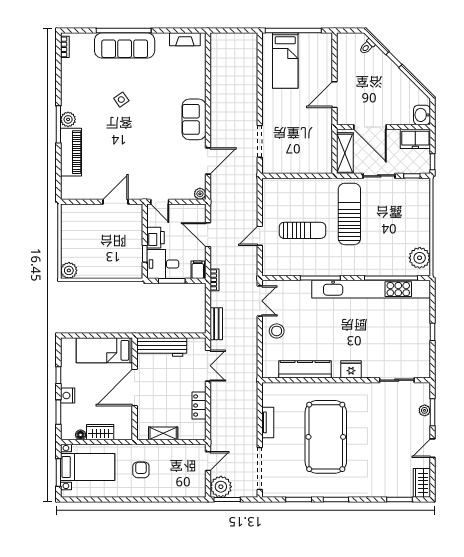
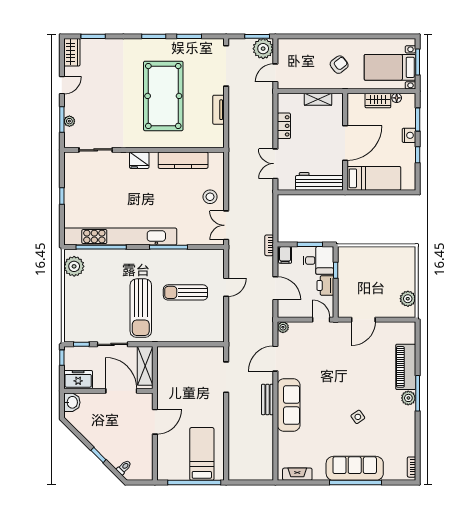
sofa: (194, 119) -> (289, 405), width x1.36
plant: (69, 270) -> (408, 299), moved
bench: (216, 324) -> (267, 399), moved
armchair: (141, 470) -> (339, 65), turned -128

